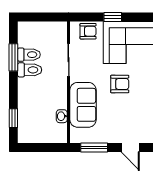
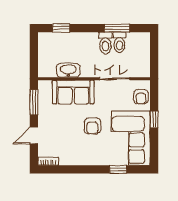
washbasin: (62, 116) -> (68, 70), width x1.91, depth x1.45

